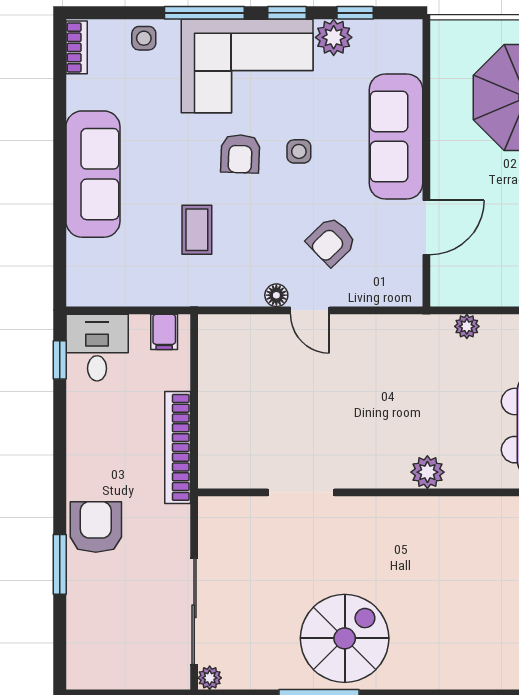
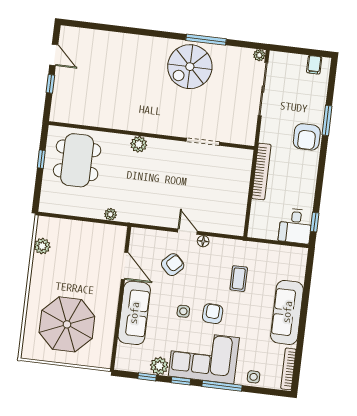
bookcase: (77, 47) -> (288, 369), width x1.56
door: (426, 227) -> (125, 266), swing flipped
filing cabinet: (164, 332) -> (314, 65), moved, turned 180

